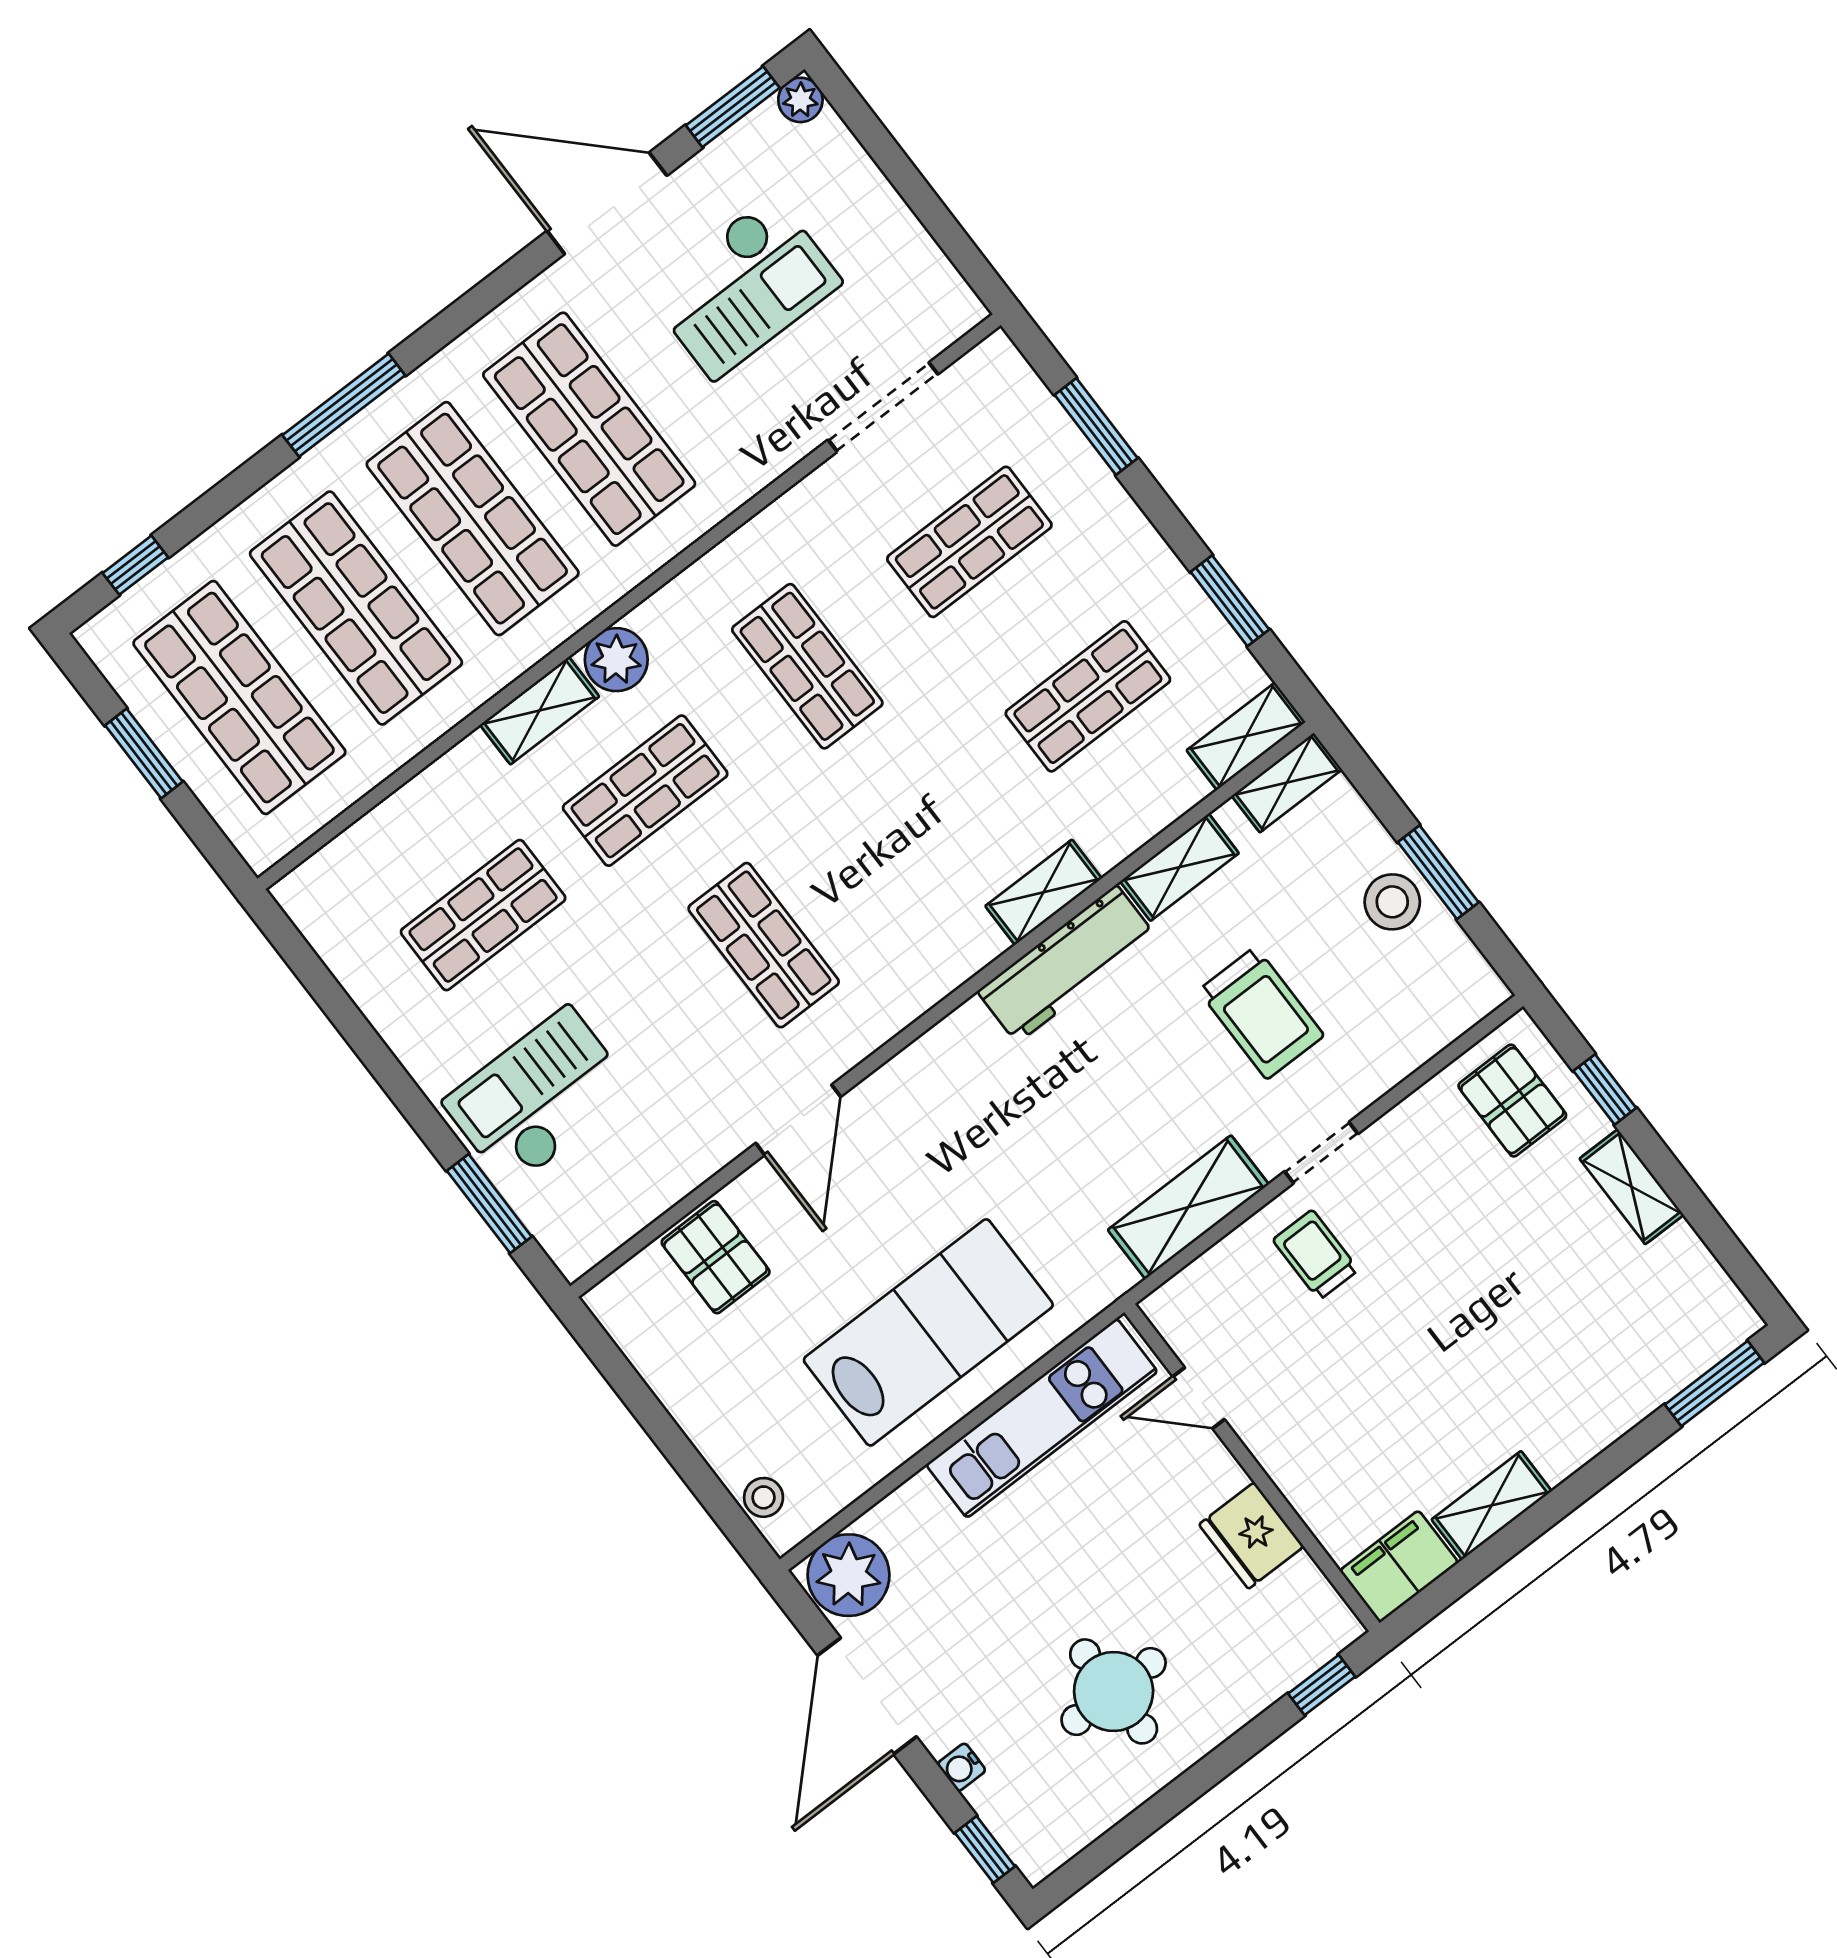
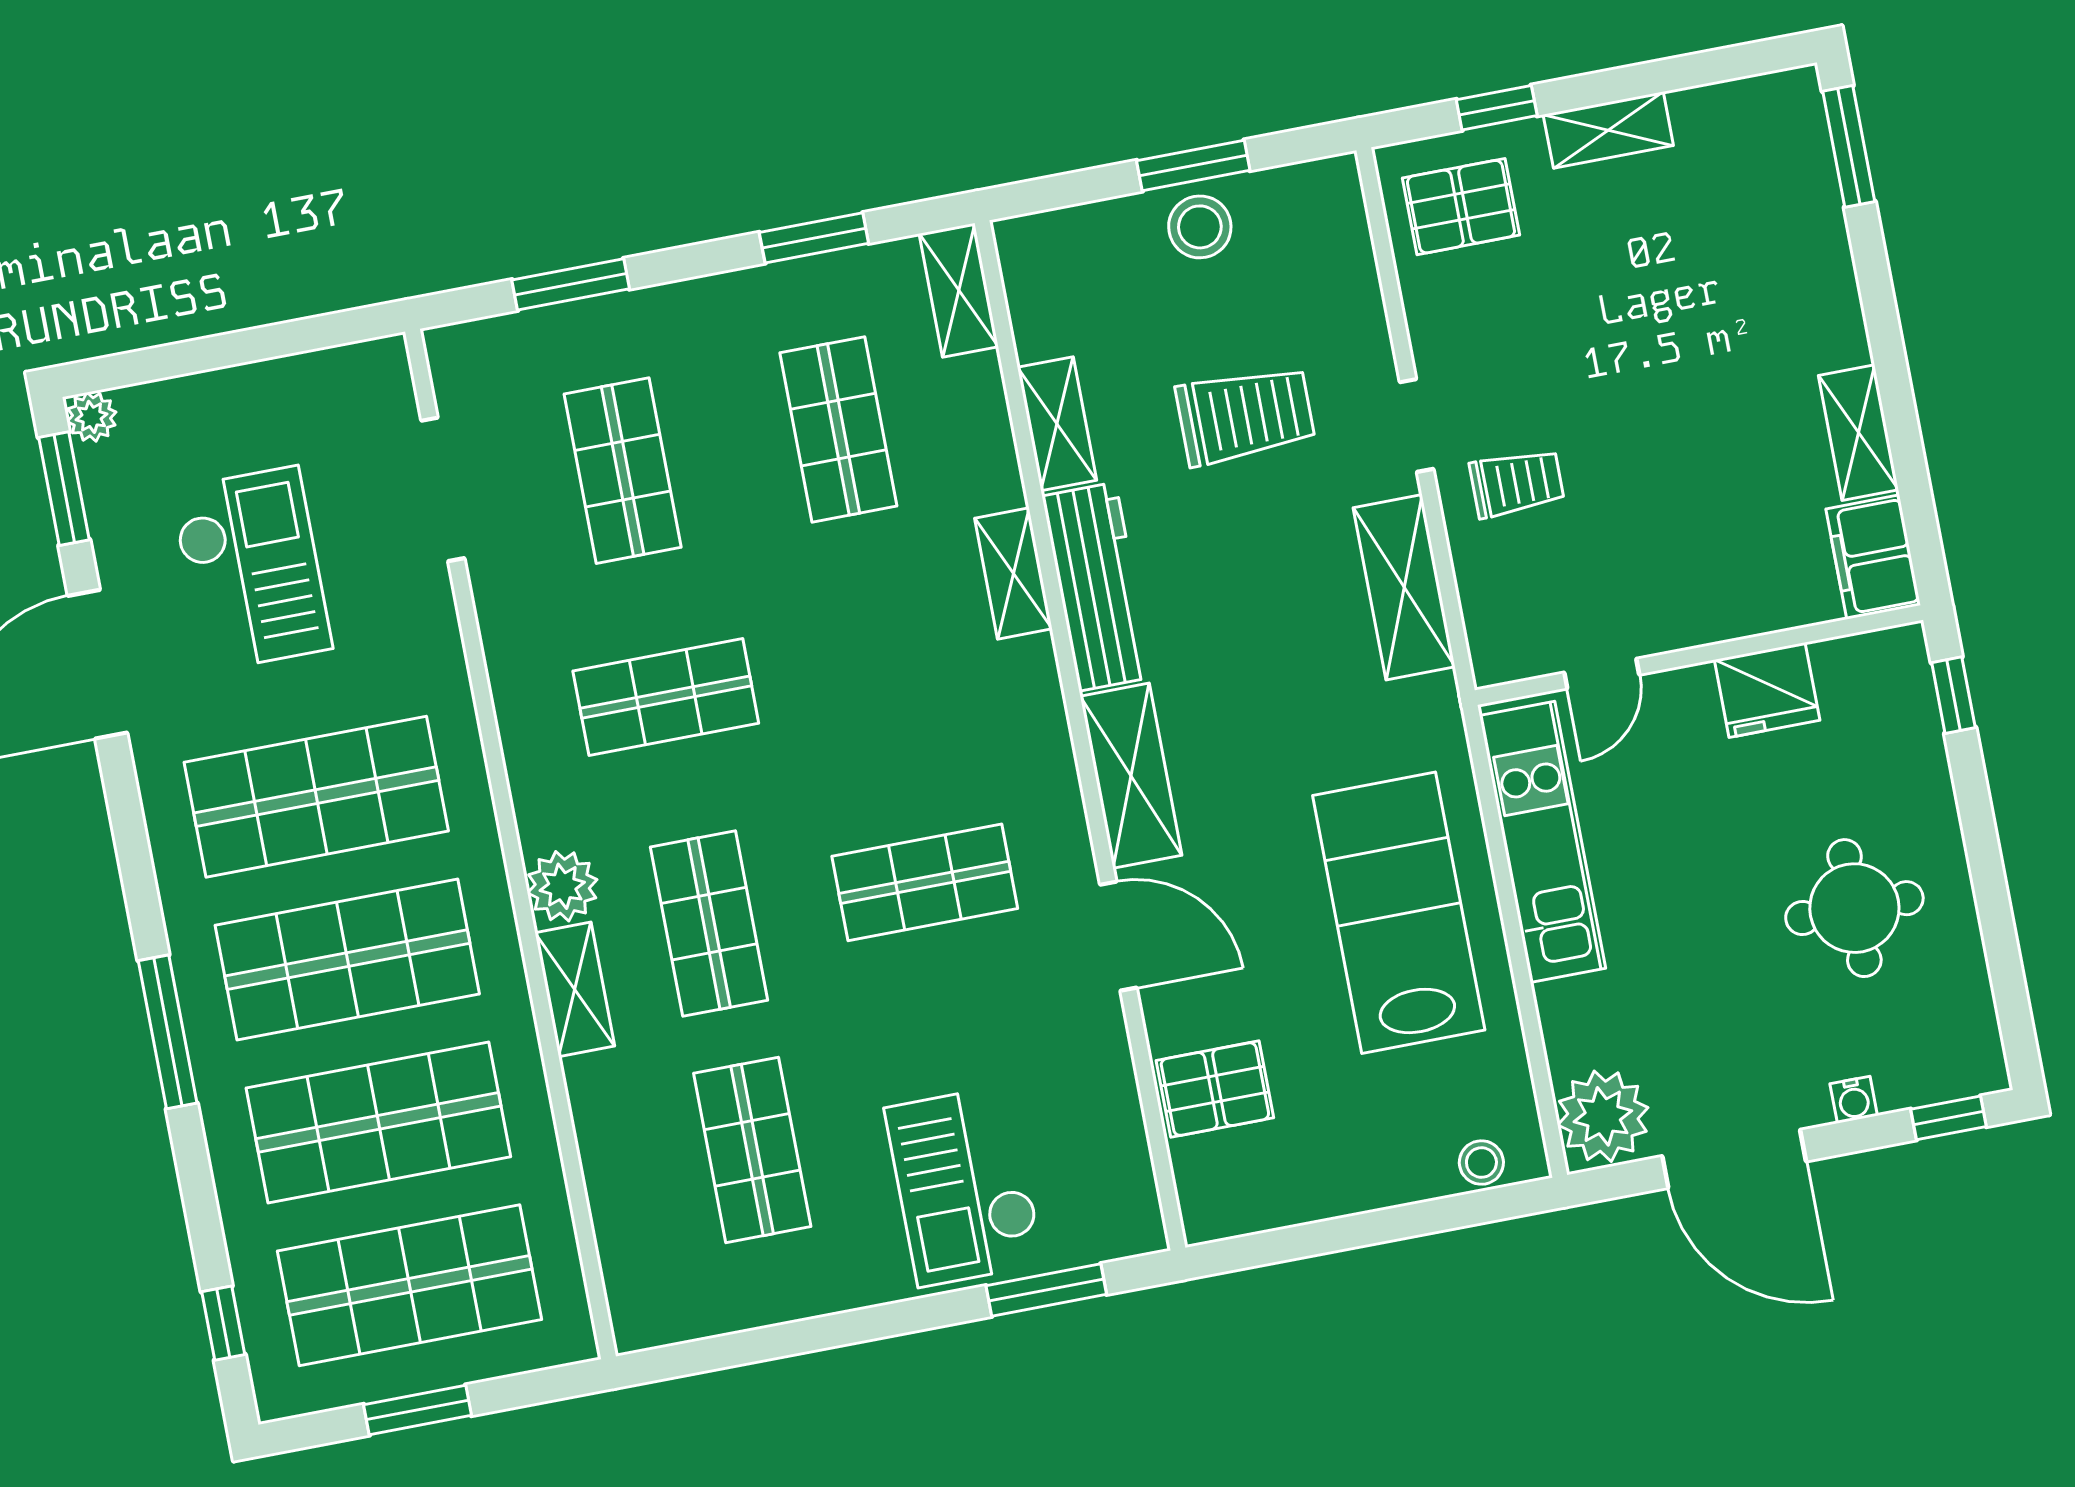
shelving: (1287, 783) -> (1131, 776), moved, width x1.50, depth x1.33
trolley: (1316, 1255) -> (1517, 483), turned 180

